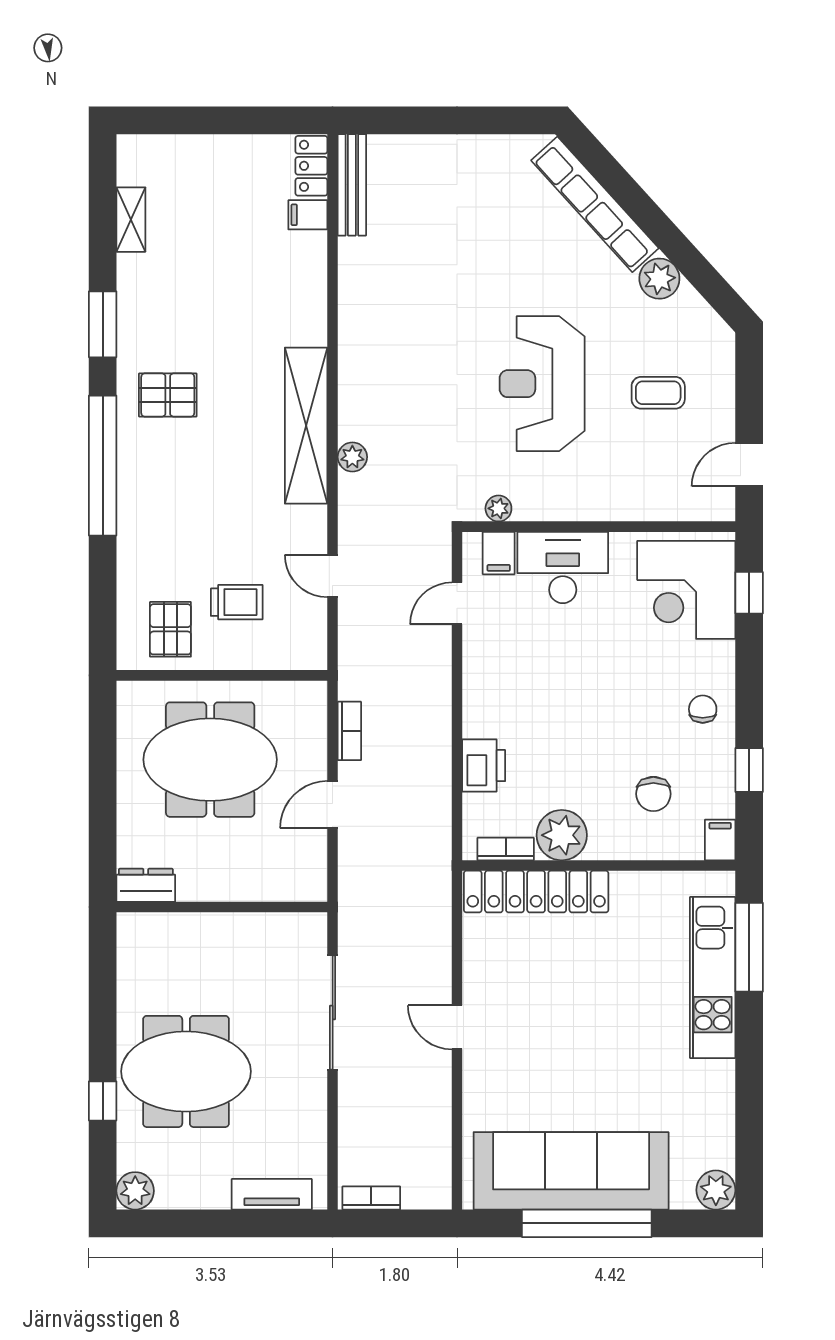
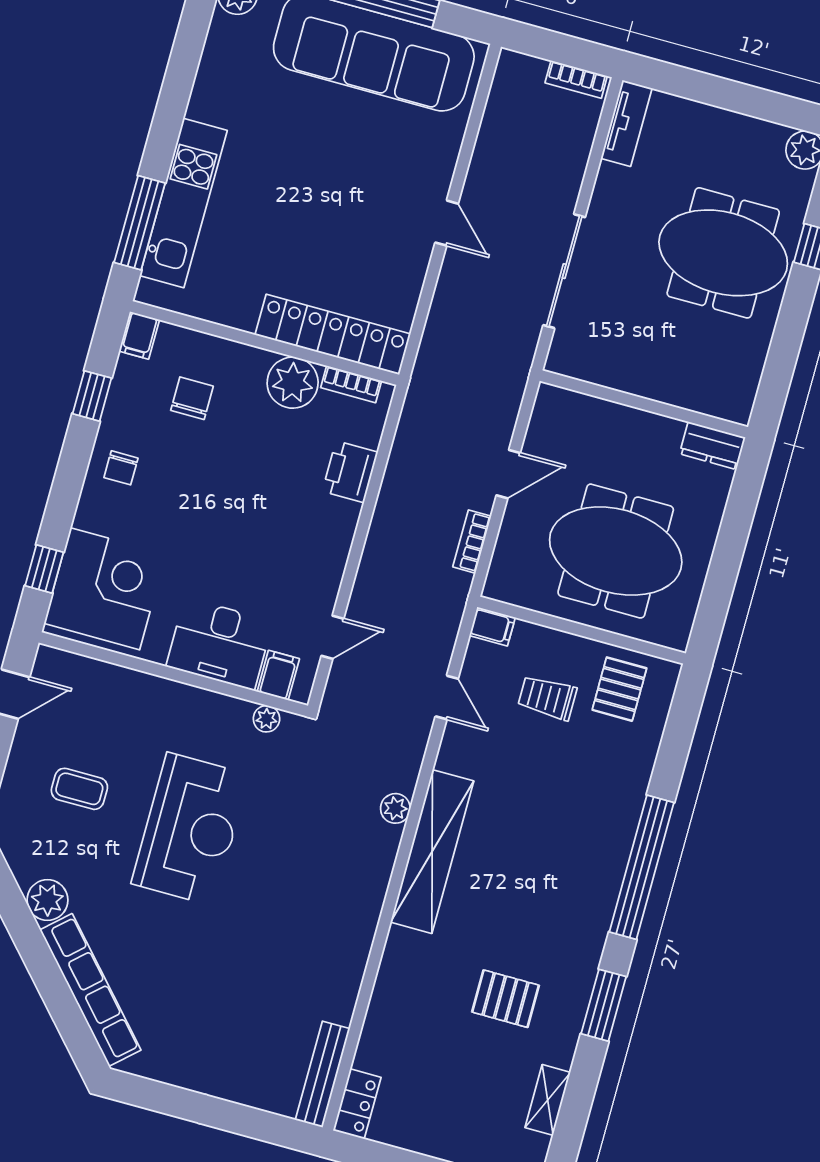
filing cabinet: (308, 215) -> (492, 626), moved
pallet: (168, 395) -> (506, 999), moved
tv unit: (272, 1194) -> (626, 123), moved, turned -90

